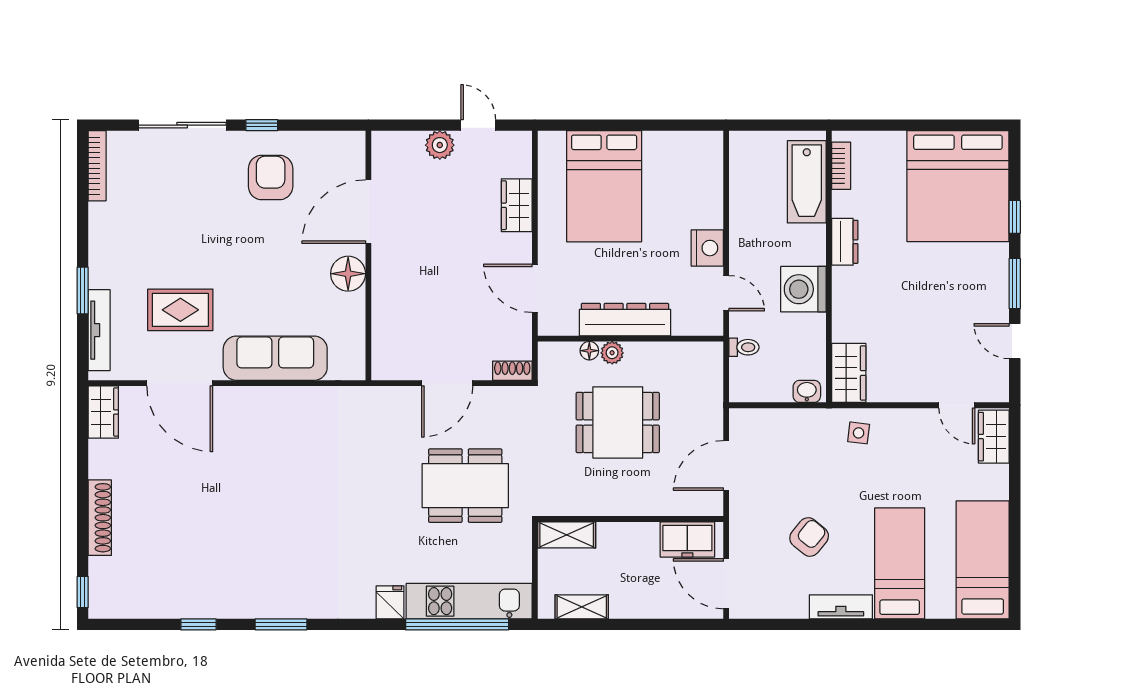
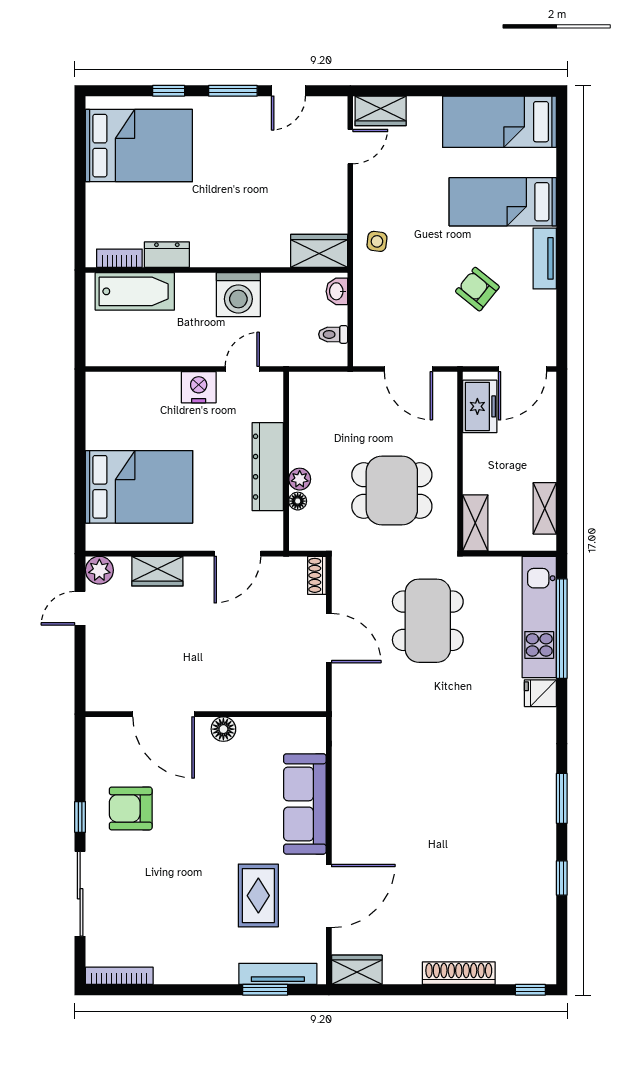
plant: (440, 145) -> (99, 570), moved
bed: (958, 186) -> (139, 146), width x0.73
dresser: (845, 242) -> (167, 255), moved
floor lamp: (348, 274) -> (223, 729), width x0.73, depth x0.73
window: (83, 291) -> (265, 990), moved
toilet: (744, 347) -> (333, 334), moved, turned -90
dining table: (618, 422) -> (392, 491), moved, turned 90

